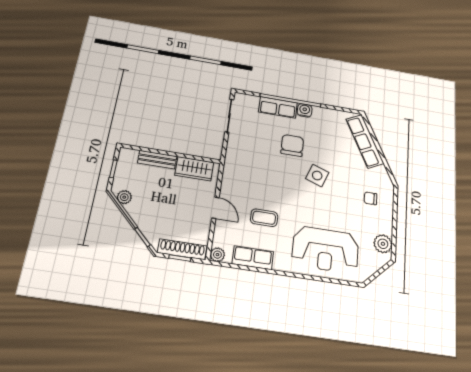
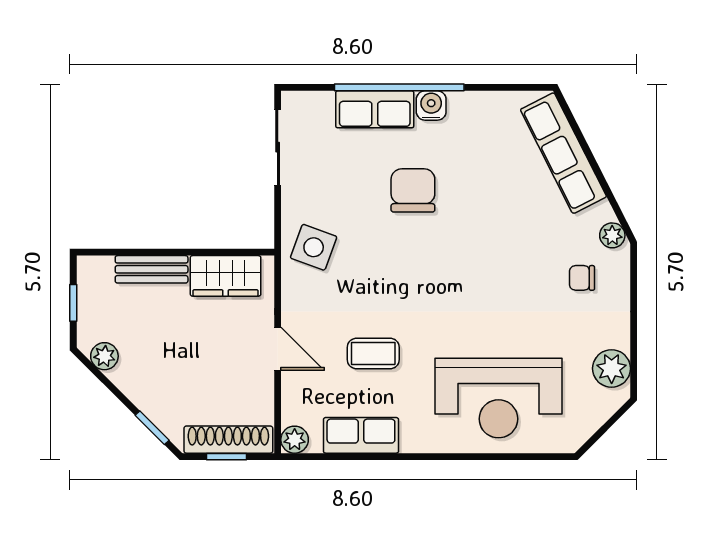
side table: (317, 176) -> (314, 247), moved
plant: (386, 181) -> (612, 235), added

